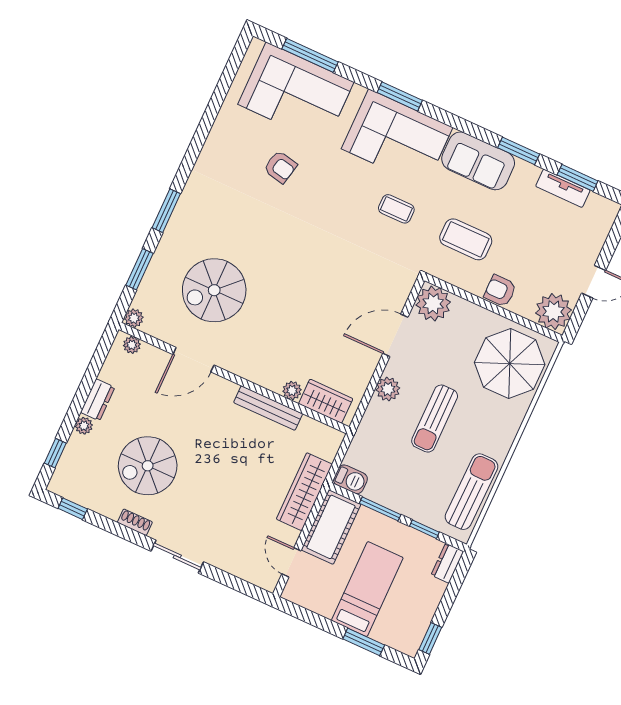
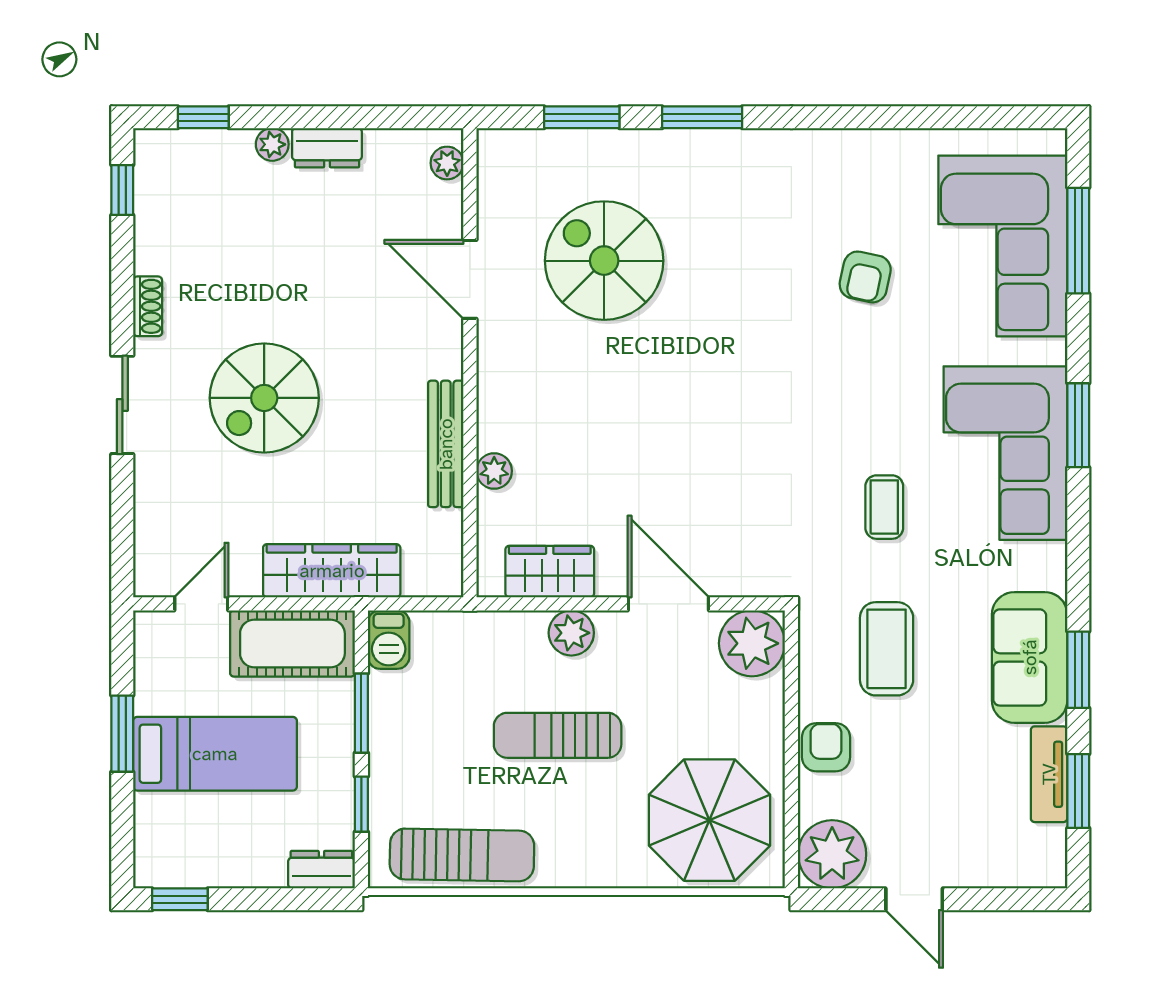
sofa: (478, 161) -> (1030, 657), moved
plant: (134, 318) -> (494, 146), removed
wardrobe: (326, 401) -> (550, 572), moved, turned -90
spiral stairs: (148, 466) -> (264, 398), moved, turned -90
window: (364, 642) -> (122, 734), moved

